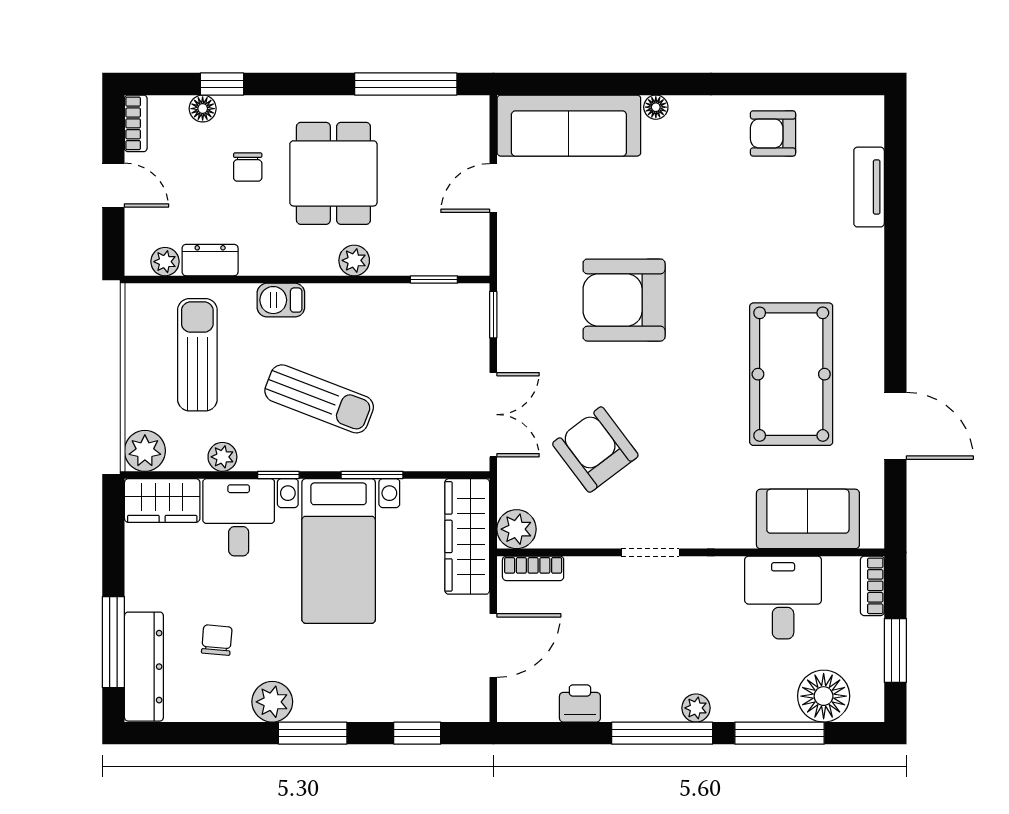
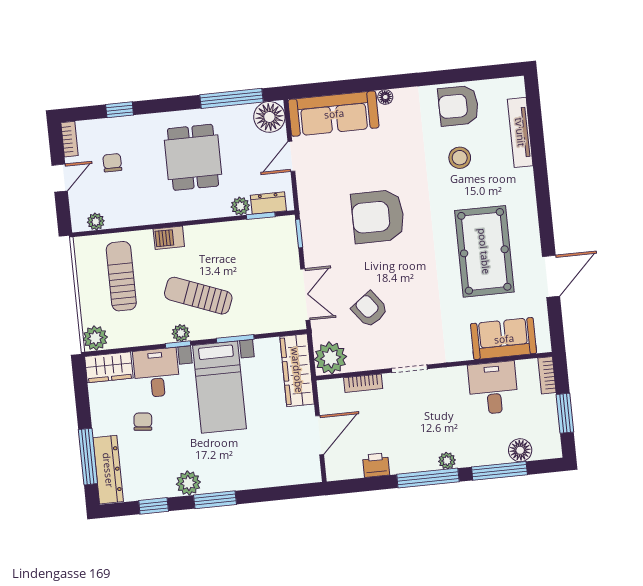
floor lamp: (203, 109) -> (269, 117), moved, width x1.89, depth x1.89
armchair: (773, 133) -> (458, 106), width x1.38, depth x1.38
chair: (248, 167) -> (112, 163), moved, turned 180
door: (113, 185) -> (60, 178), hinge flipped
tv unit: (869, 187) -> (520, 132), width x1.41
stool: (767, 218) -> (460, 158), added
dresser: (210, 260) -> (268, 203), moved
plant: (354, 260) -> (240, 206), moved
sun lounger: (319, 399) -> (198, 296), turned 180
door: (895, 426) -> (551, 276), hinge flipped
armchair: (595, 450) -> (370, 309), width x0.72, depth x0.72
plant: (222, 457) -> (181, 333), moved
plant: (517, 529) -> (330, 358), width x1.36, depth x1.36
bookcase: (533, 568) -> (363, 383), moved
chair: (217, 640) -> (143, 422), moved
floor lamp: (824, 696) -> (520, 450), width x0.73, depth x0.73
window: (417, 733) -> (154, 506), moved

